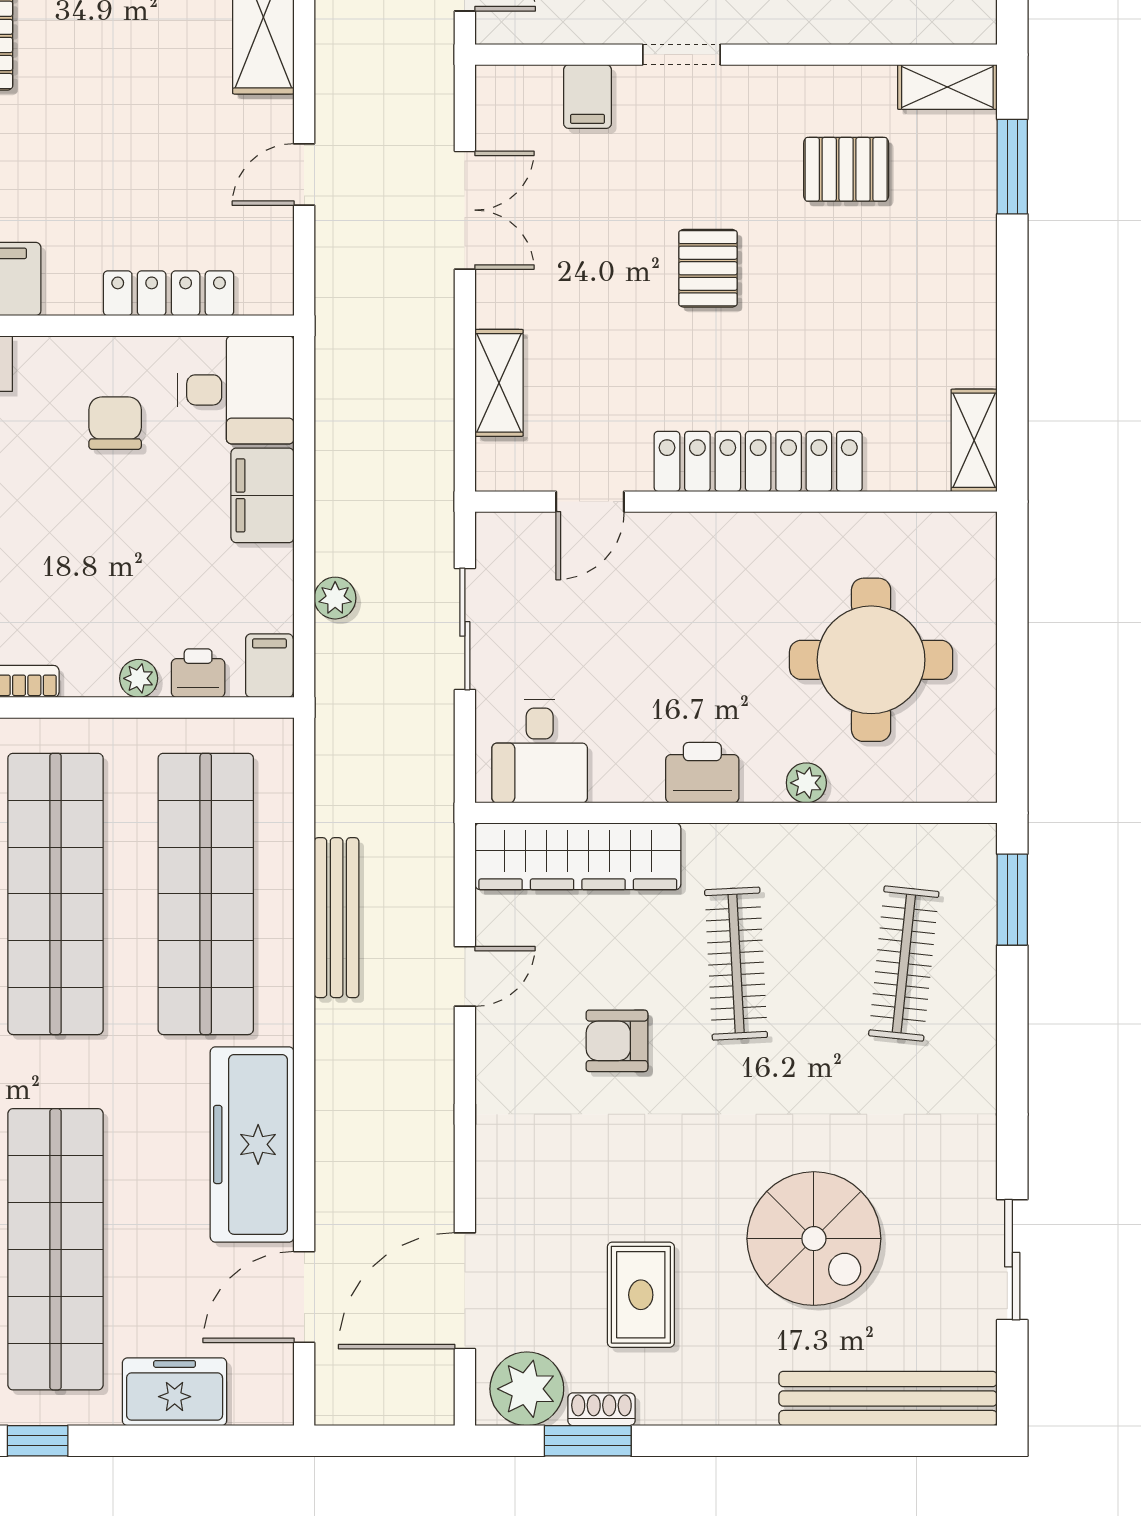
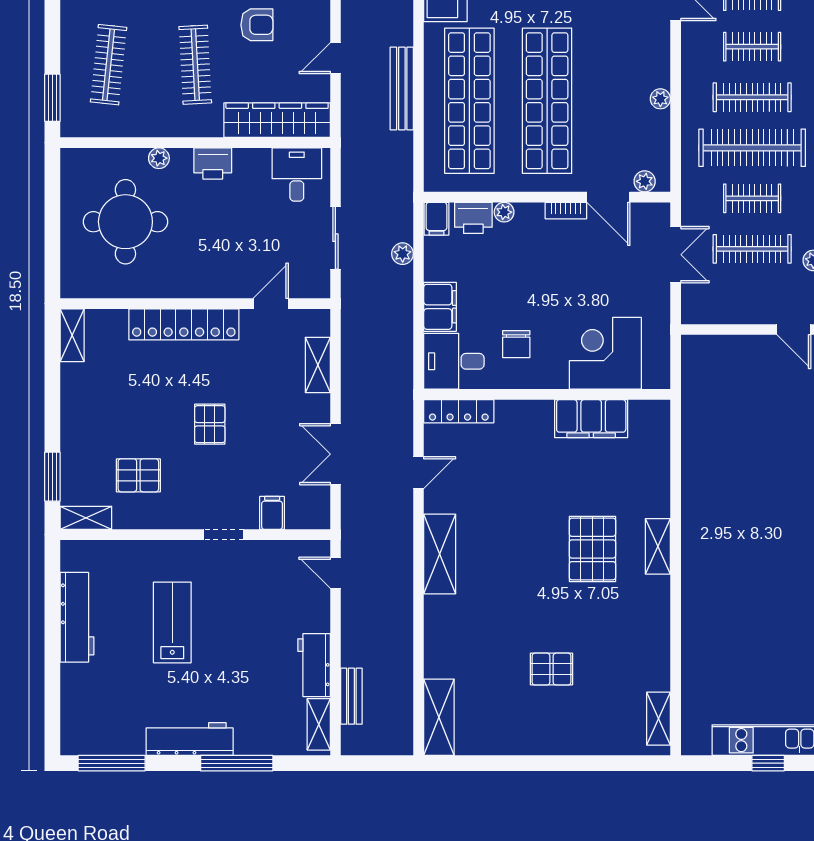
locker: (169, 293) -> (459, 411), moved
printer: (198, 673) -> (473, 218), width x1.36, depth x1.24

